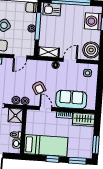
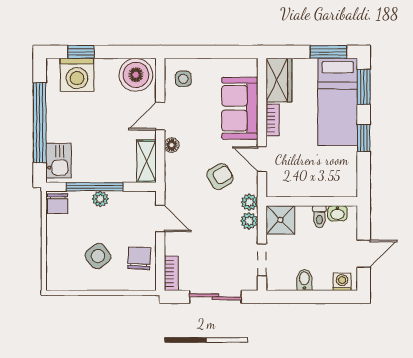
door: (70, 60) -> (160, 116), hinge flipped
door: (46, 109) -> (262, 159), hinge flipped
bed: (46, 146) -> (338, 102), moved, turned 180

